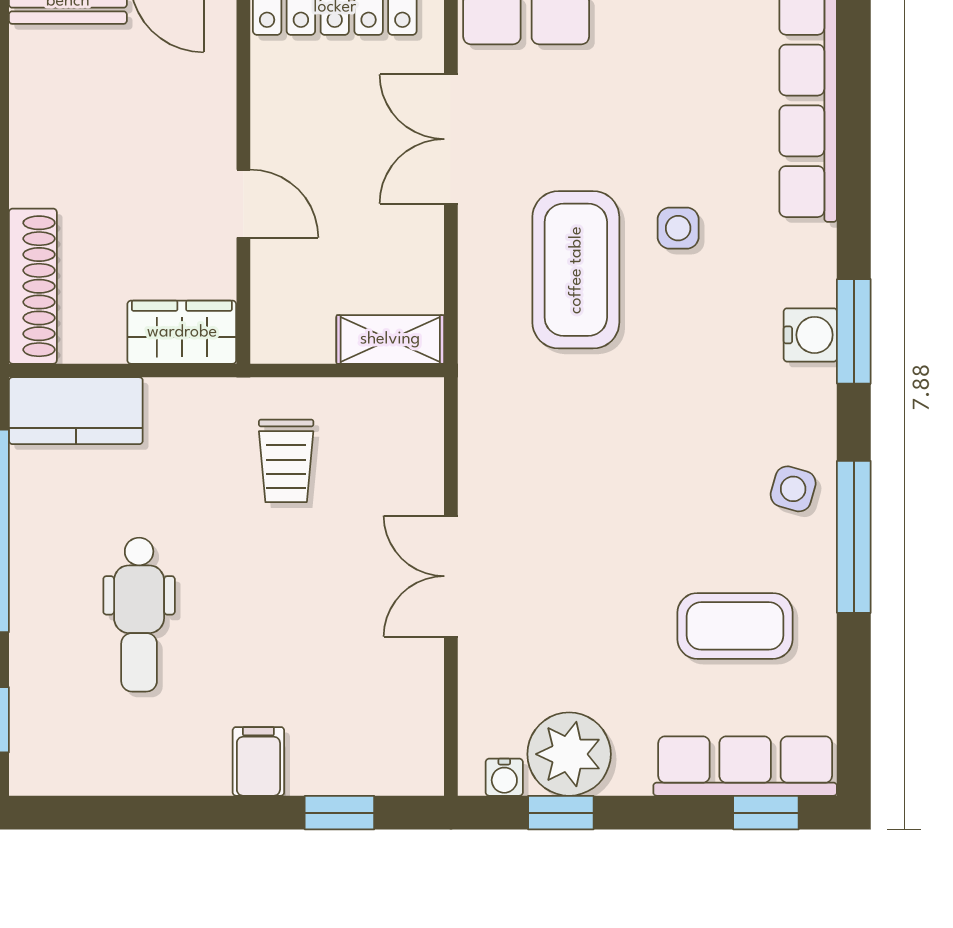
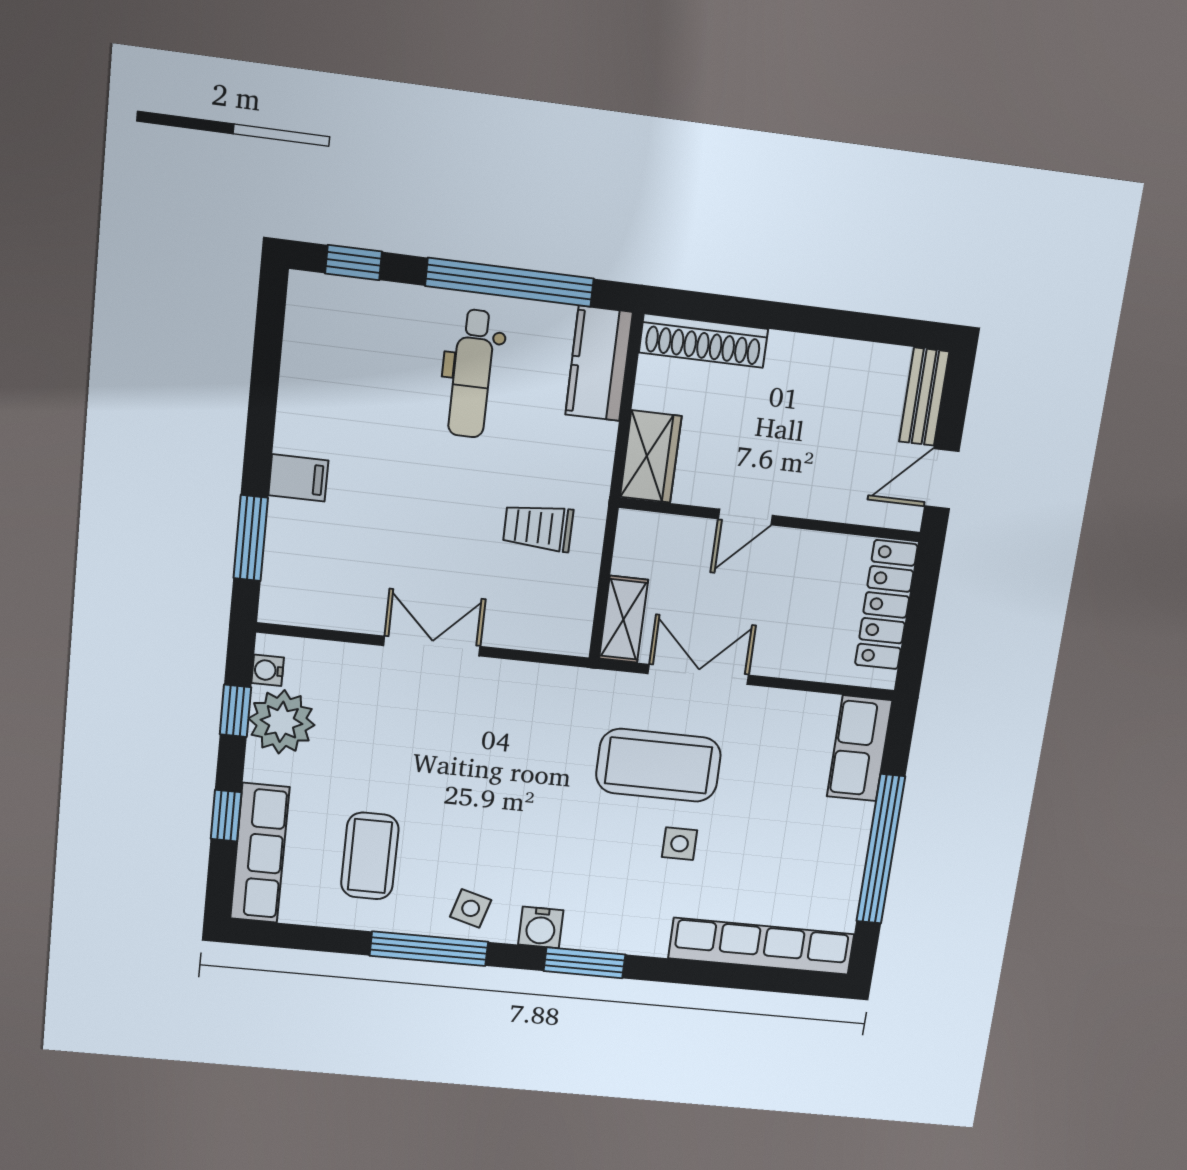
double door: (451, 139) -> (698, 674), moved
water cooler: (810, 335) -> (541, 927), moved
dental chair: (139, 615) -> (472, 374), moved, turned -90
window: (339, 813) -> (251, 538), width x1.50
window: (766, 813) -> (226, 816), moved

